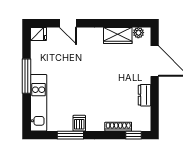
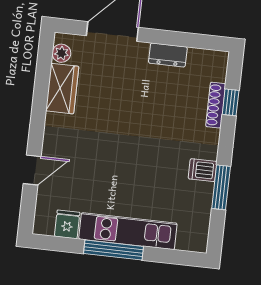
fridge: (39, 34) -> (67, 224), moved
kitchen unit: (39, 103) -> (128, 231), moved
window: (134, 135) -> (231, 102), moved

